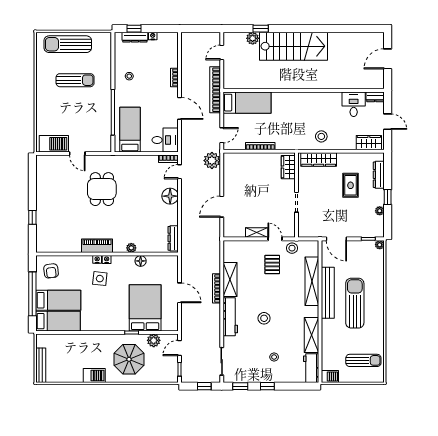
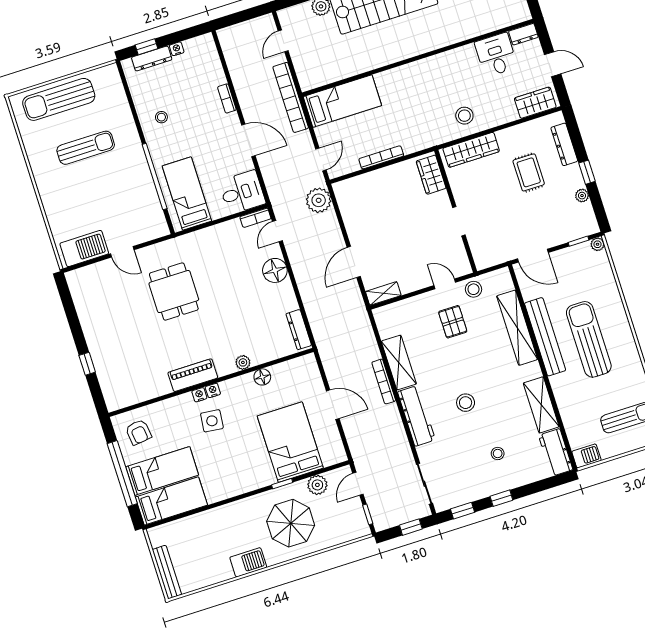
shelving: (257, 233) -> (383, 293), moved

